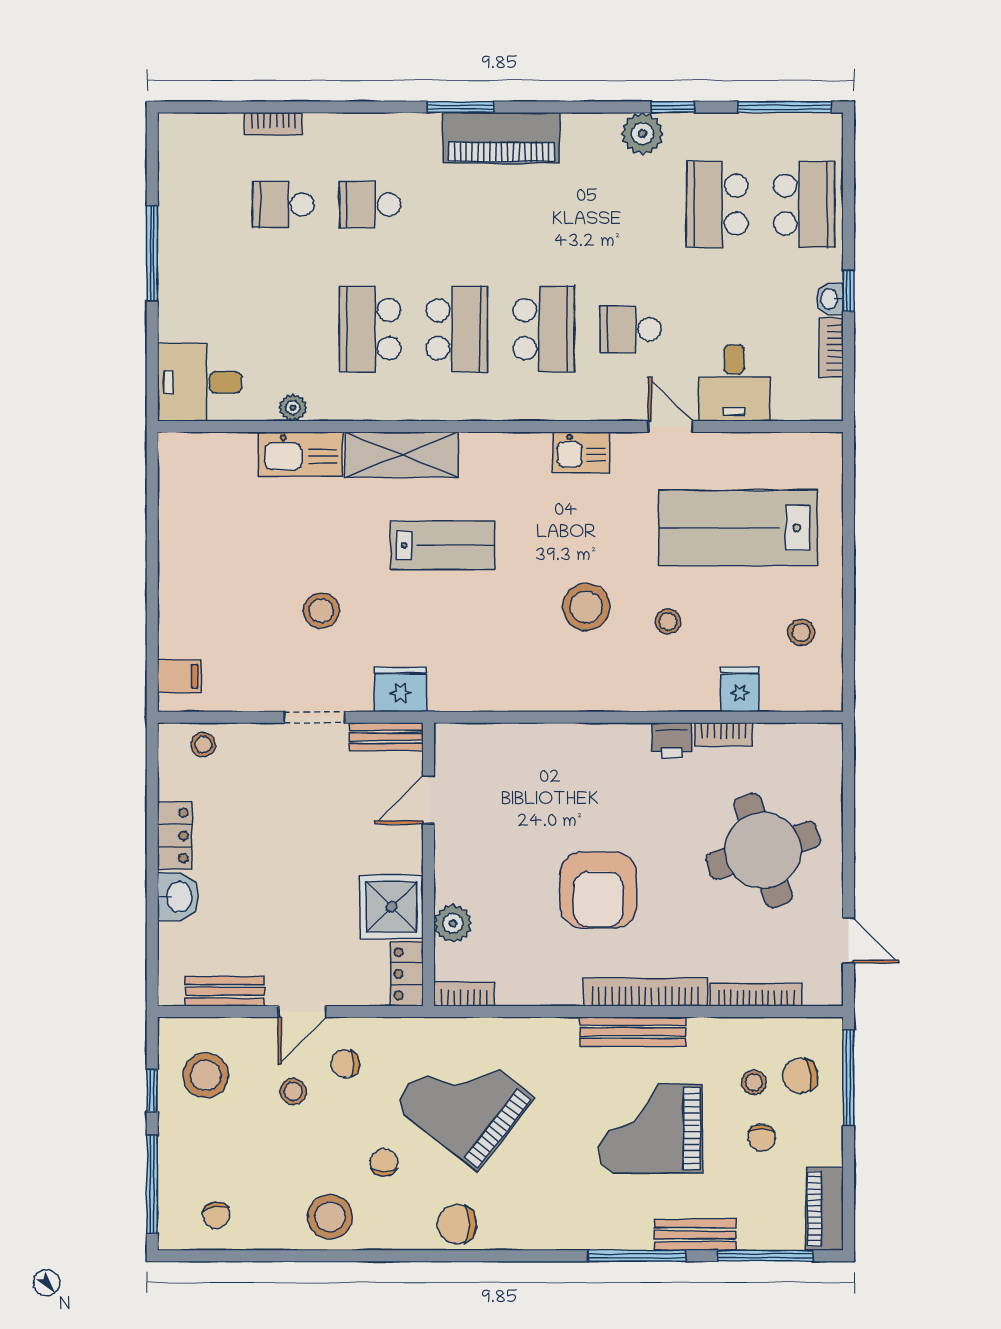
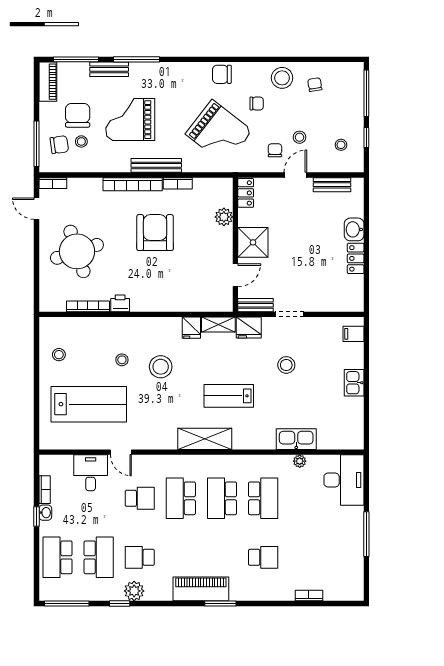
school desk: (283, 205) -> (140, 557), moved, turned 180
desk: (200, 382) -> (344, 480), width x1.37
kitchen sink: (581, 452) -> (354, 383), moved, turned -90
shelving: (402, 455) -> (205, 439), moved
fridge: (740, 689) -> (191, 328), moved
shelving: (465, 696) -> (218, 325), added
bookcase: (724, 734) -> (88, 306), width x1.56
stool: (203, 745) -> (342, 301), removed
shower: (392, 907) -> (253, 242), moved
bookcase: (464, 994) -> (178, 183), moved
bookcase: (756, 995) -> (53, 183), moved, width x0.64
bench: (633, 1032) -> (156, 165), moved
chair: (345, 1064) -> (275, 150), turned -90
stool: (206, 1075) -> (341, 145), width x0.53, depth x0.53
grand piano: (651, 1129) -> (130, 120), turned 180
chair: (762, 1138) -> (78, 115), width x1.87, depth x1.87
chair: (384, 1163) -> (257, 104), turned -90
chair: (216, 1215) -> (315, 85), moved
chair: (457, 1224) -> (222, 74), turned 180

